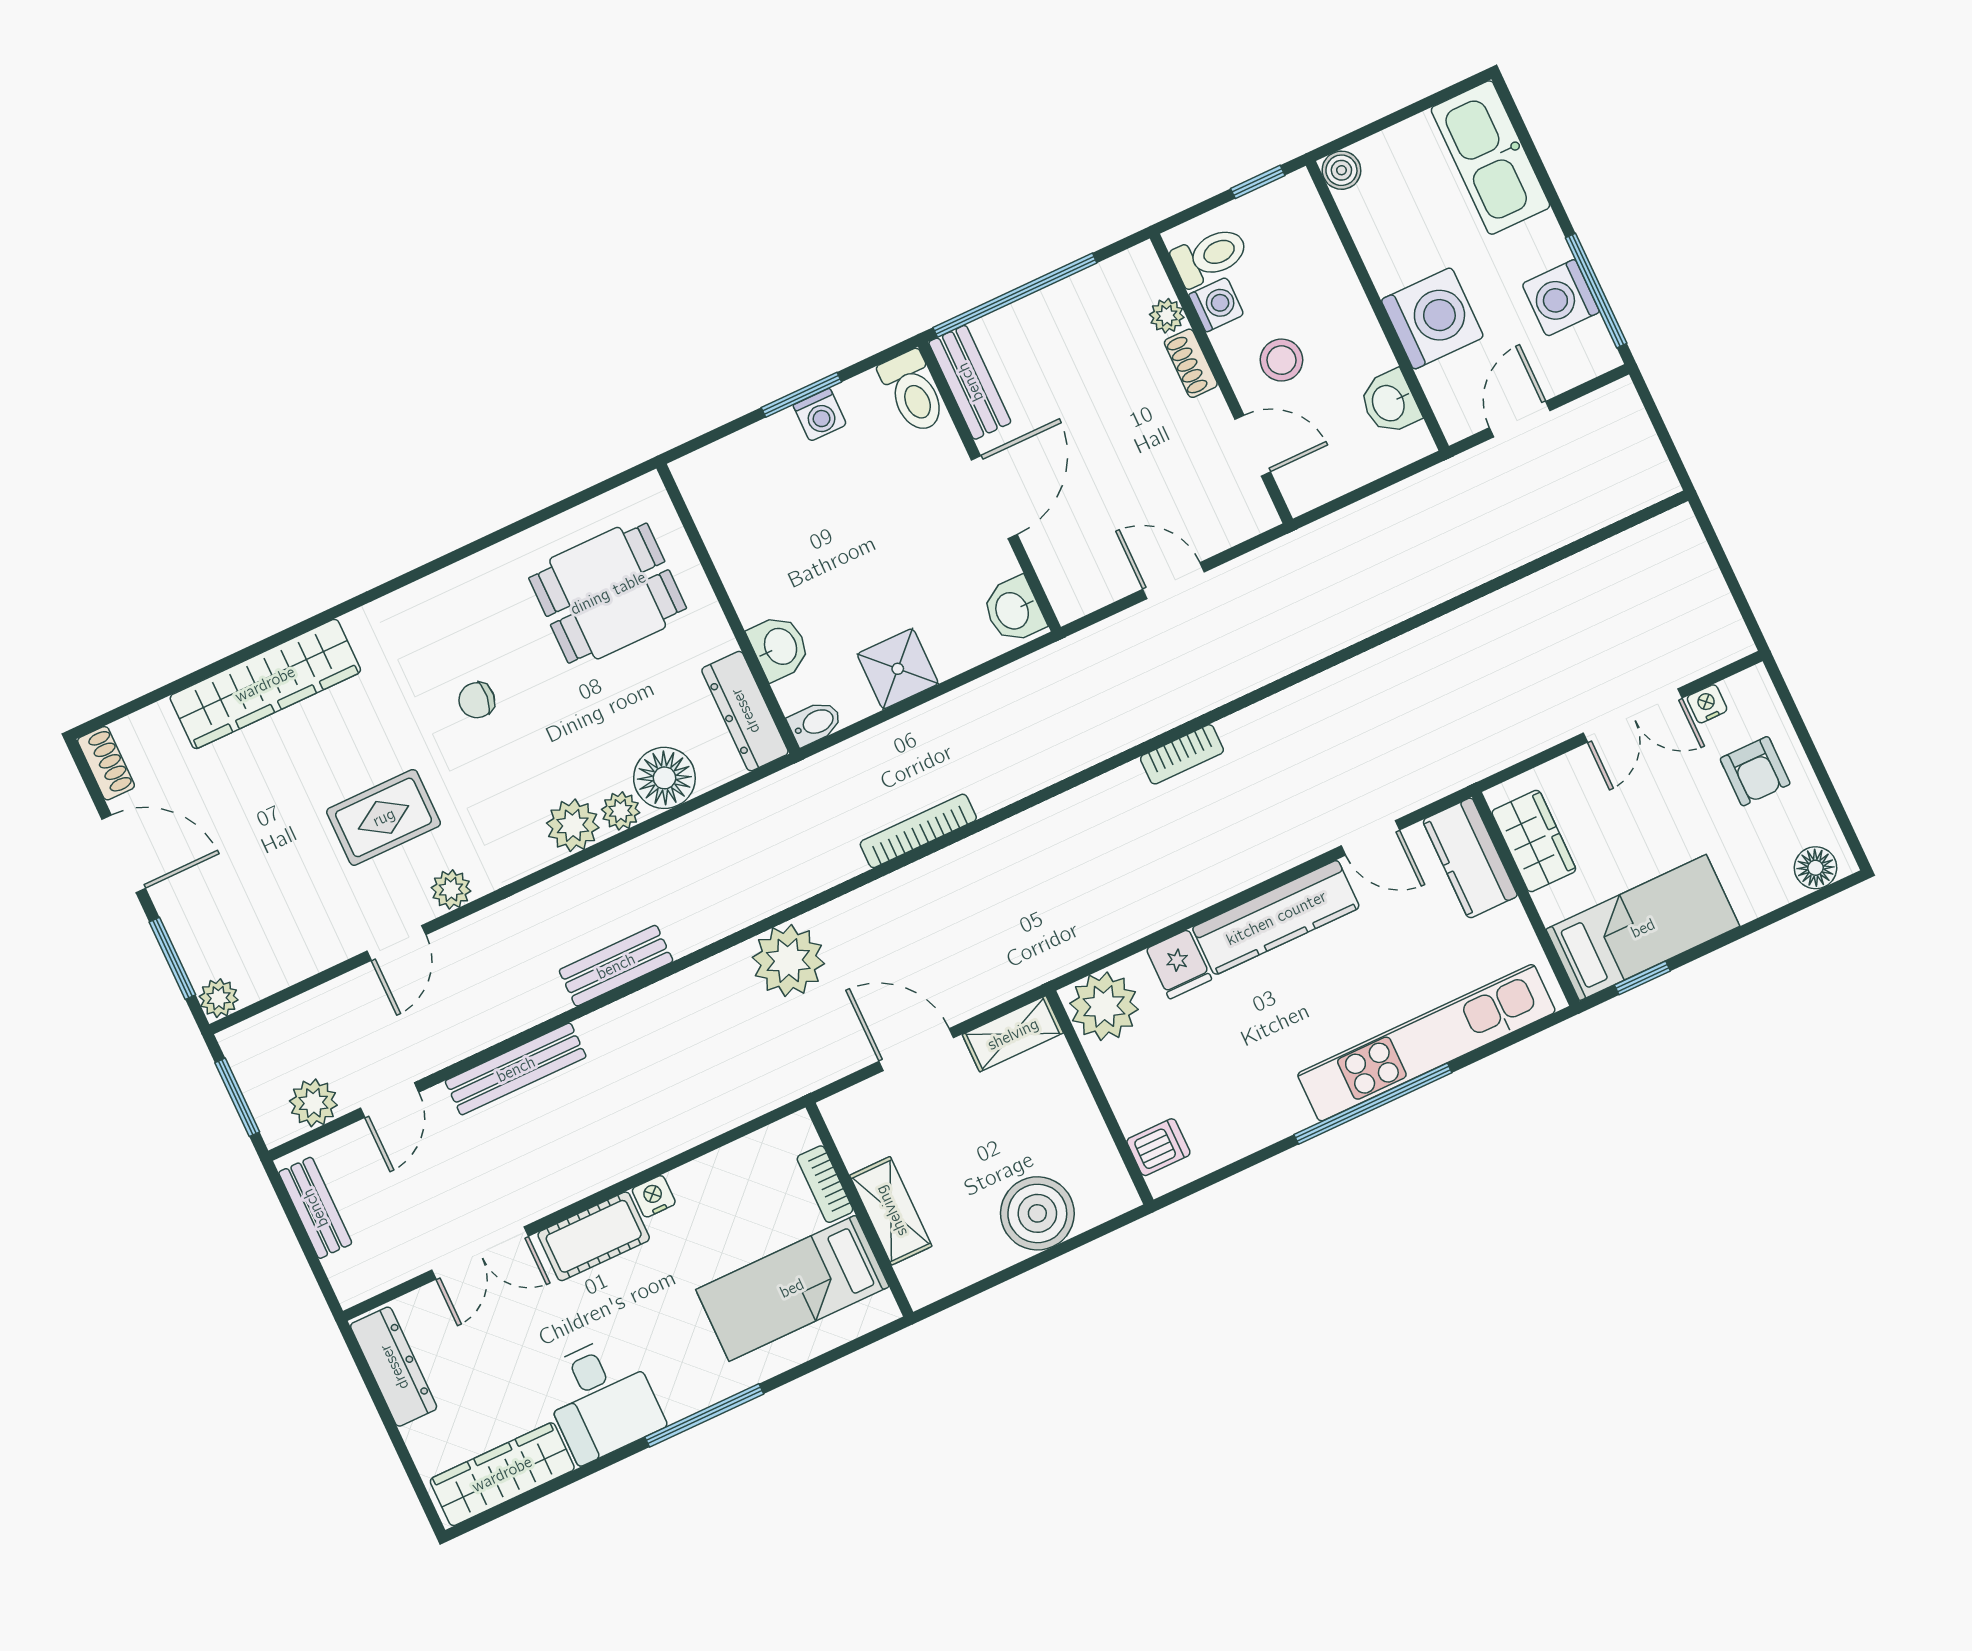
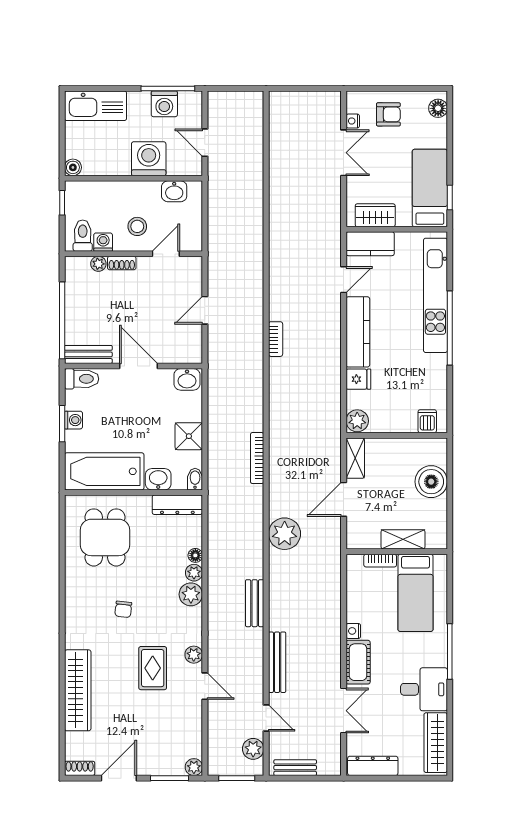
bathtub: (743, 528) -> (104, 471), added
floor lamp: (664, 778) -> (195, 555), width x0.53, depth x0.53
plant: (1104, 1006) -> (357, 421), width x0.73, depth x0.73

